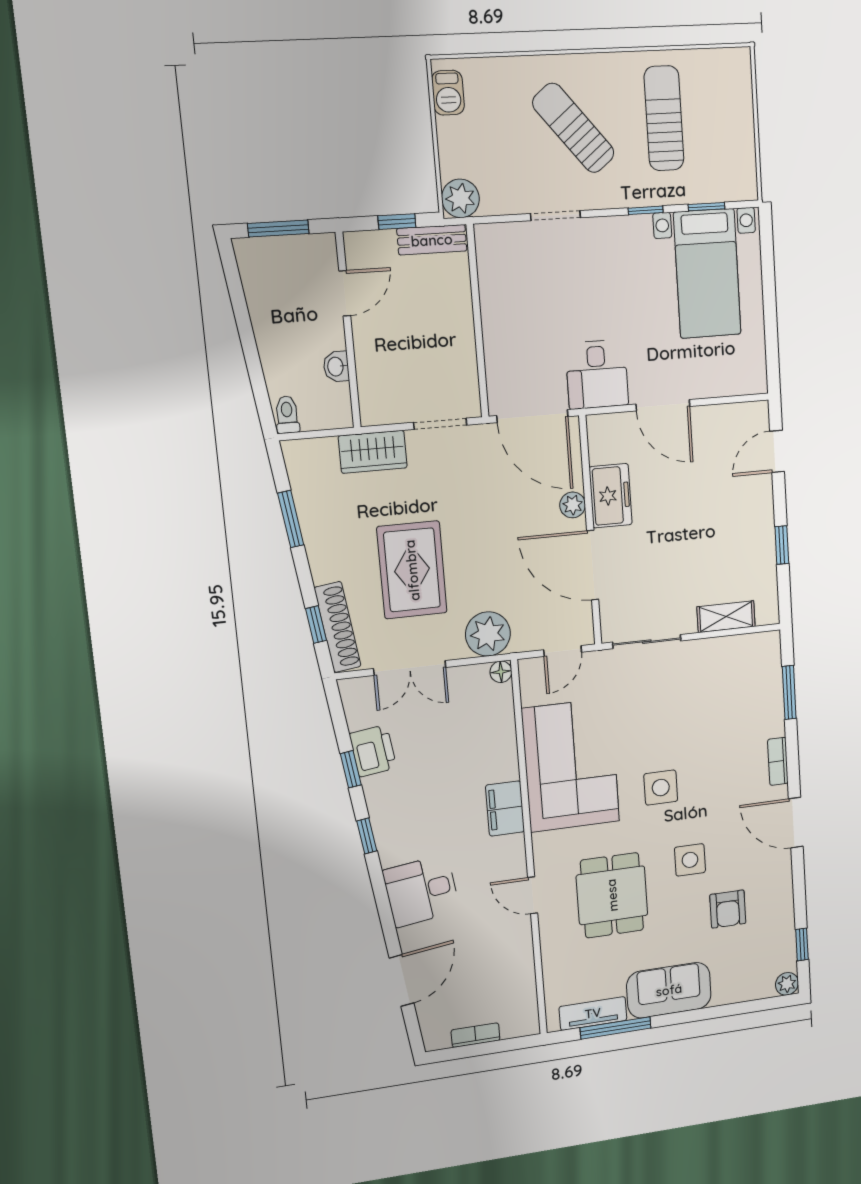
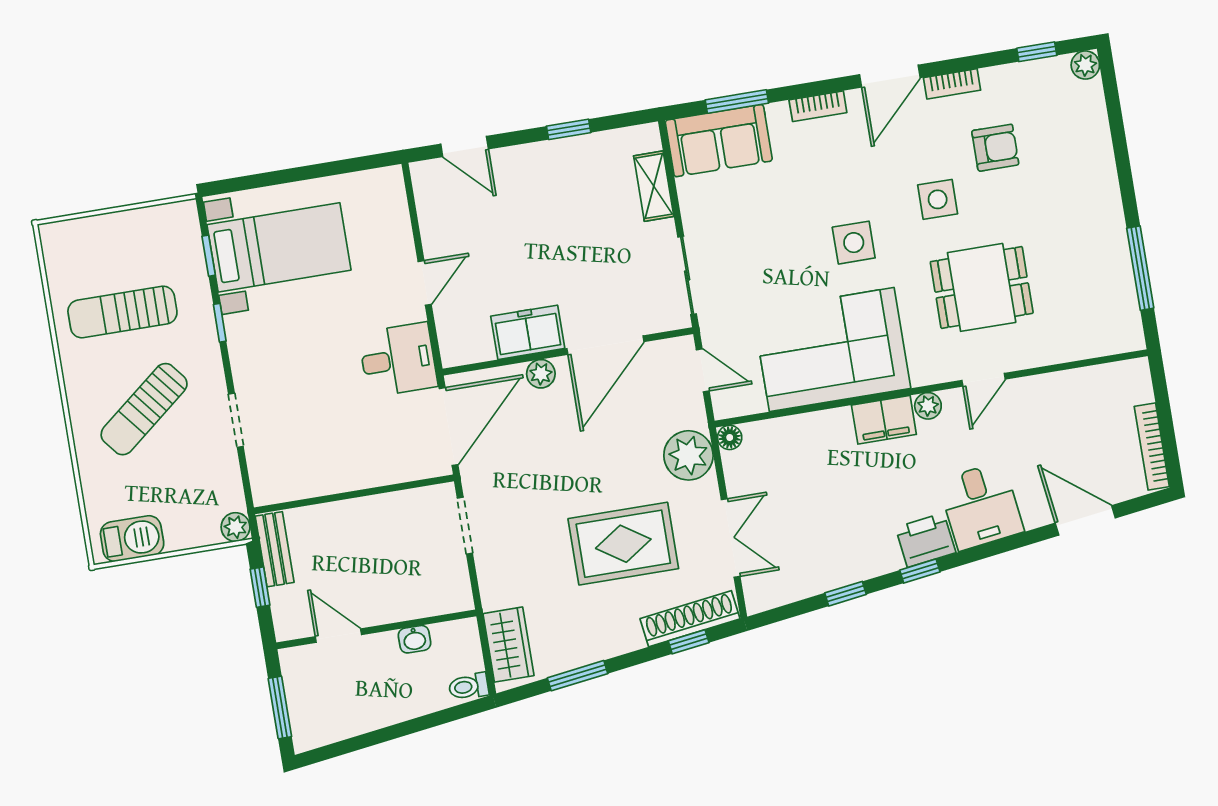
barbecue: (448, 93) -> (132, 539), width x1.38, depth x1.27
plant: (460, 198) -> (236, 527), width x0.73, depth x0.73
door: (663, 405) -> (425, 283), width x0.73
wardrobe: (373, 452) -> (509, 645), moved
printer: (373, 751) -> (926, 540), moved
plant: (514, 847) -> (928, 406), added
bookcase: (784, 874) -> (952, 84), added
sofa: (669, 990) -> (719, 141), moved, turned -90
tv unit: (593, 1013) -> (1123, 297), removed
bookcase: (476, 1035) -> (1152, 446), width x1.56

